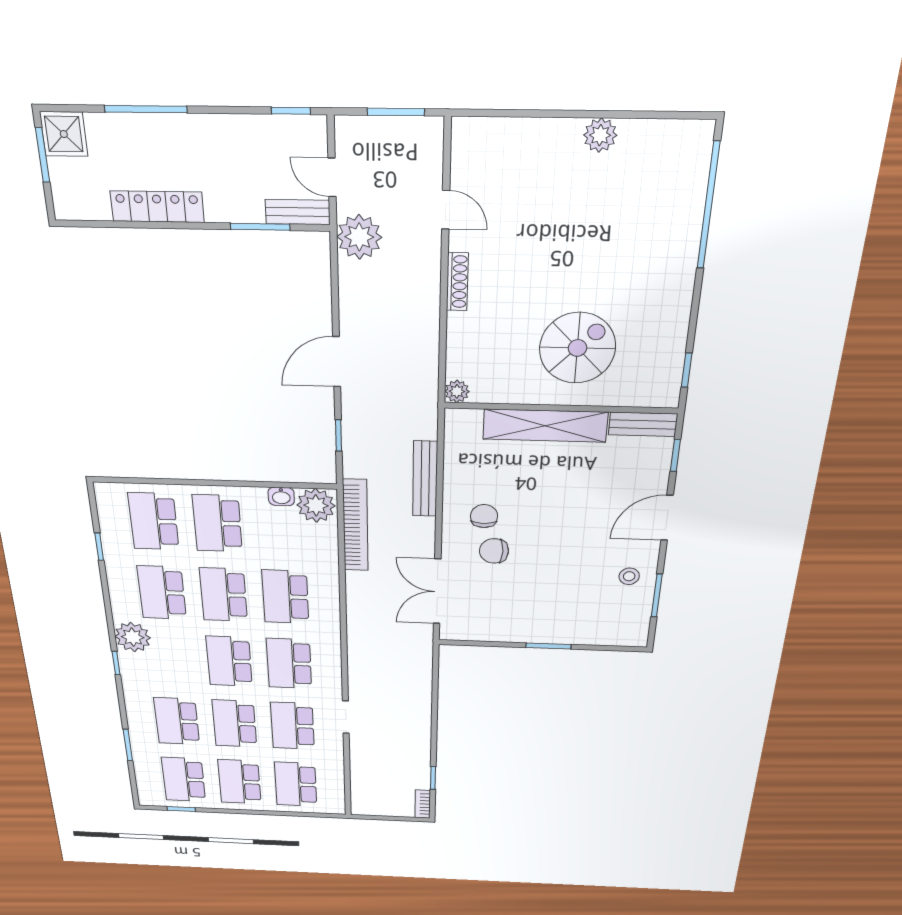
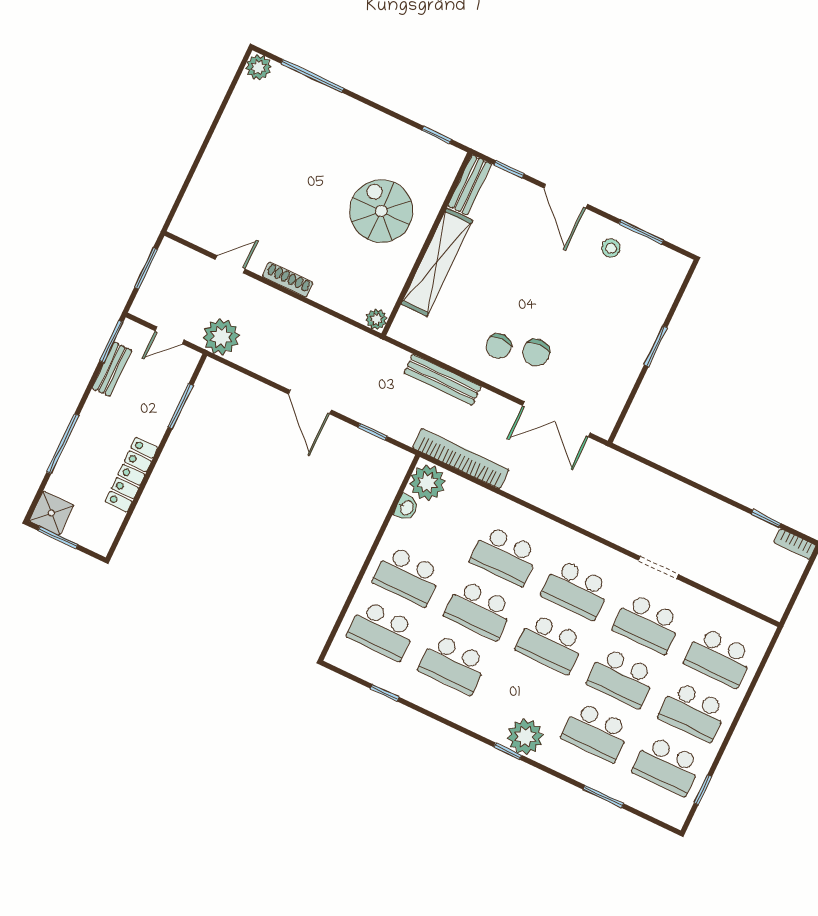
window: (291, 111) -> (111, 341), width x1.50
plant: (600, 135) -> (259, 67), moved
window: (708, 206) -> (313, 76), width x0.68
bench: (298, 212) -> (112, 369), moved
chair: (484, 516) -> (499, 346), turned -90
plant: (133, 637) -> (525, 737), moved

